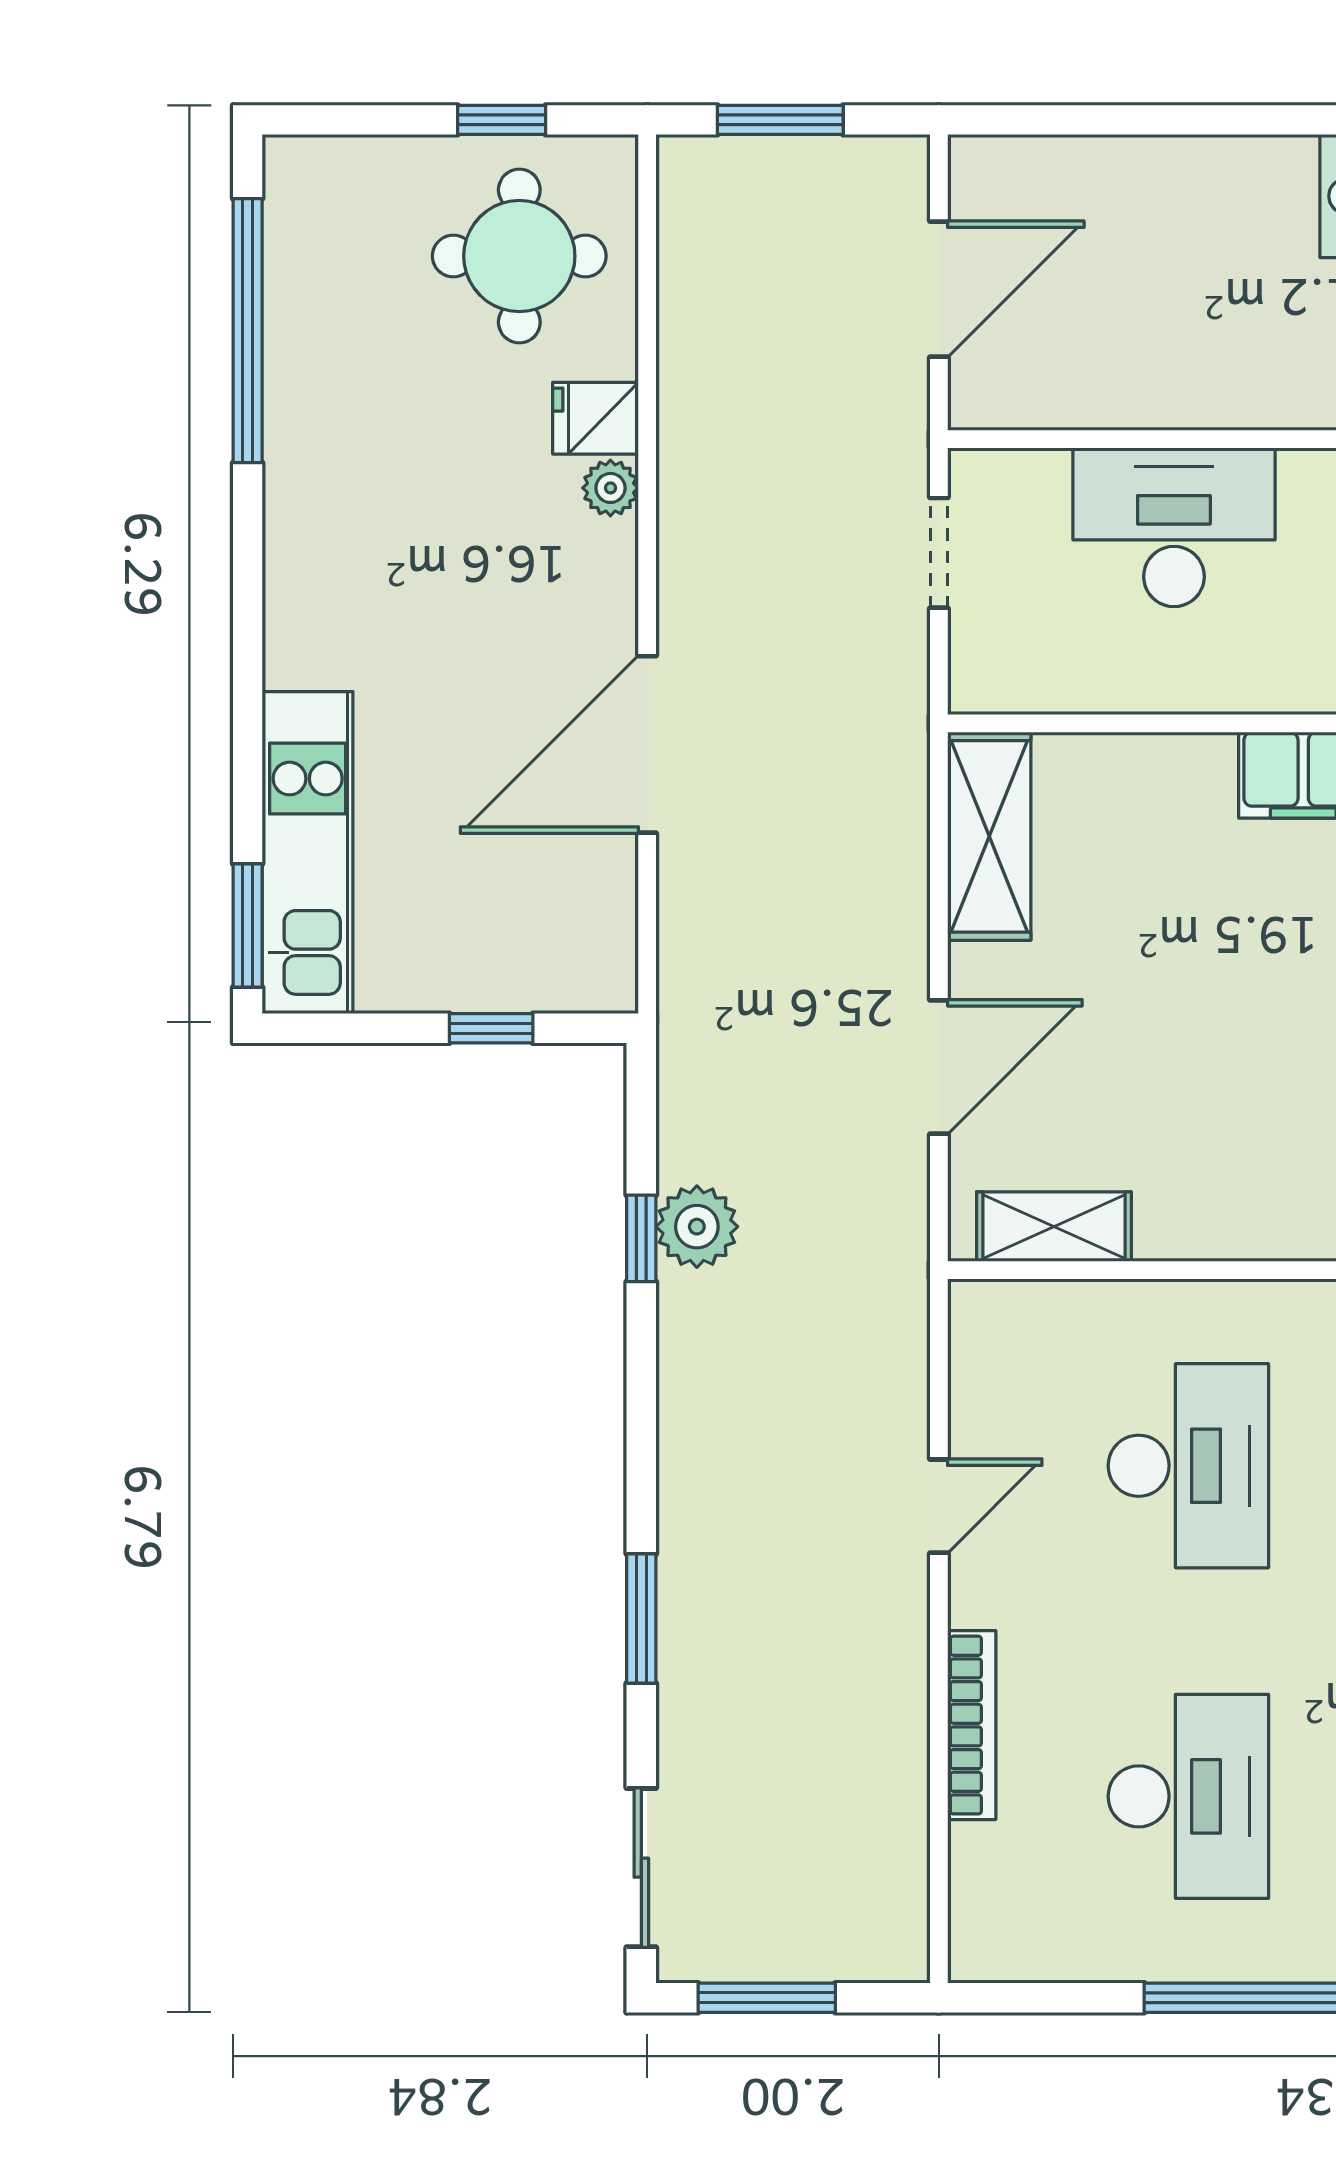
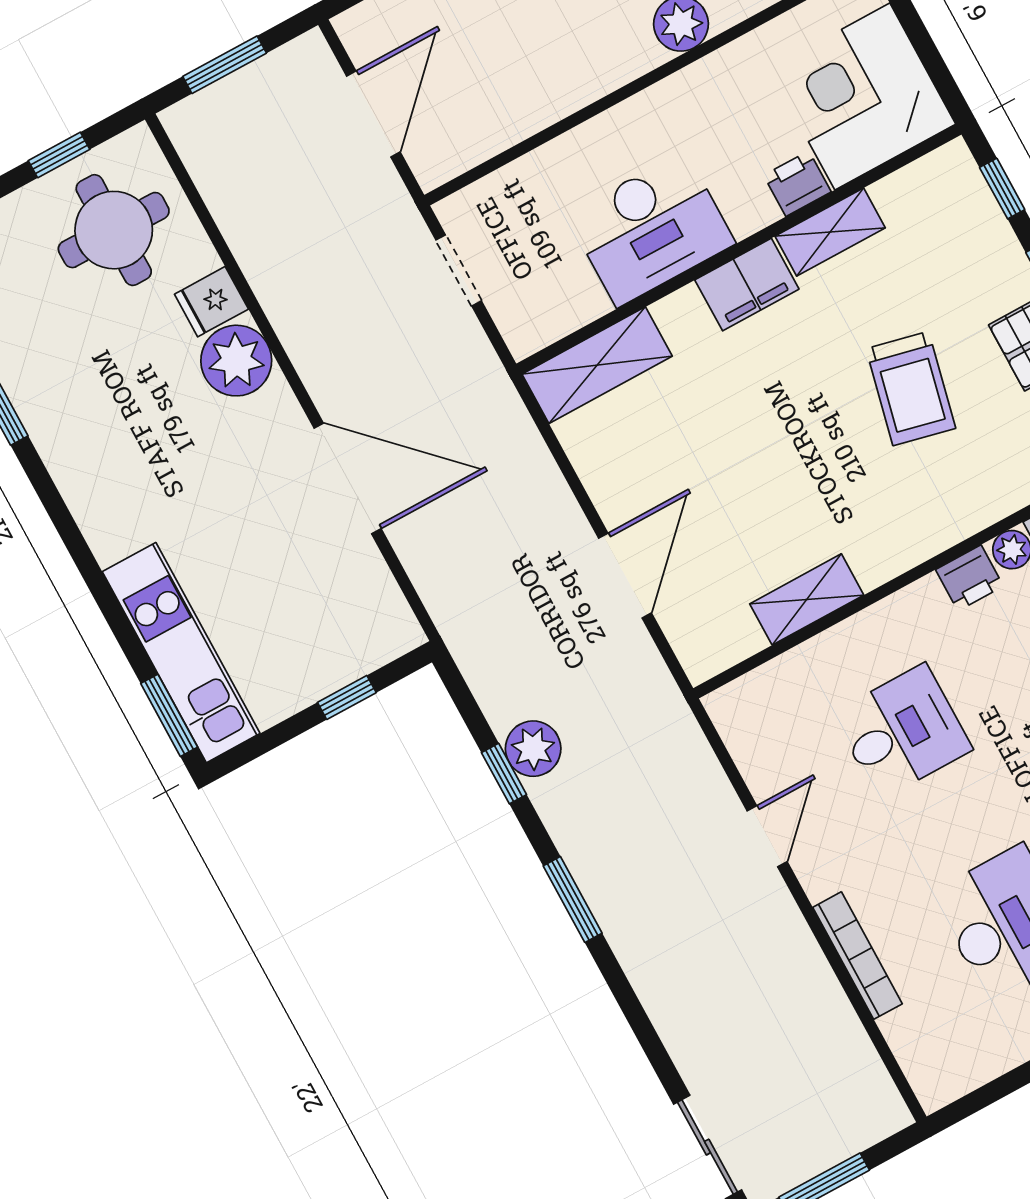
plant: (610, 488) -> (236, 361), width x1.88, depth x1.88
desk: (1174, 527) -> (651, 229), moved, turned 180
door: (647, 744) -> (348, 478), swing flipped
shelving: (989, 836) -> (597, 365), moved, turned 90
shelving: (1054, 1227) -> (807, 599), moved
desk: (1188, 1466) -> (902, 732), width x0.73
window: (641, 1619) -> (573, 900), moved

